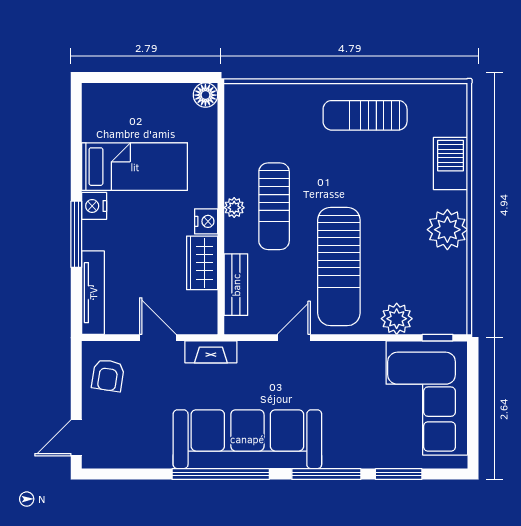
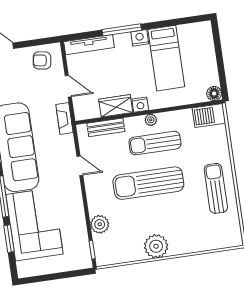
barbecue: (451, 163) -> (209, 116), moved, turned 180
sun lounger: (339, 267) -> (148, 183), moved
door: (158, 338) -> (68, 86), hinge flipped
corner sofa: (427, 398) -> (34, 224), moved, turned 90

